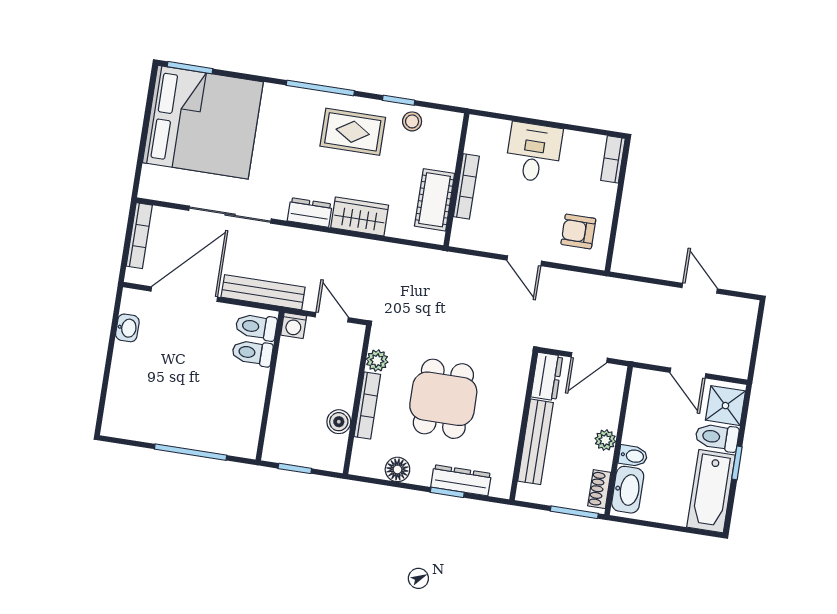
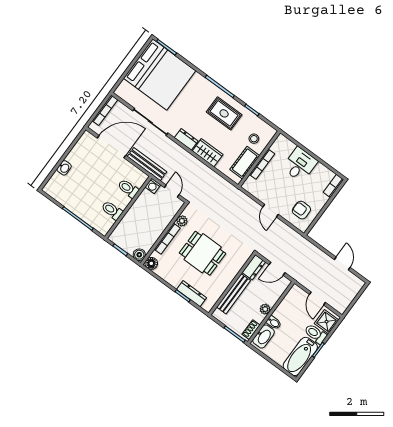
stool: (412, 121) -> (254, 139), moved
toilet: (256, 327) -> (112, 210), moved
washbasin: (127, 328) -> (64, 168), moved
dining table: (443, 399) -> (203, 253), turned 90
boiler: (339, 422) -> (139, 255), moved
floor lamp: (397, 469) -> (151, 263), moved

